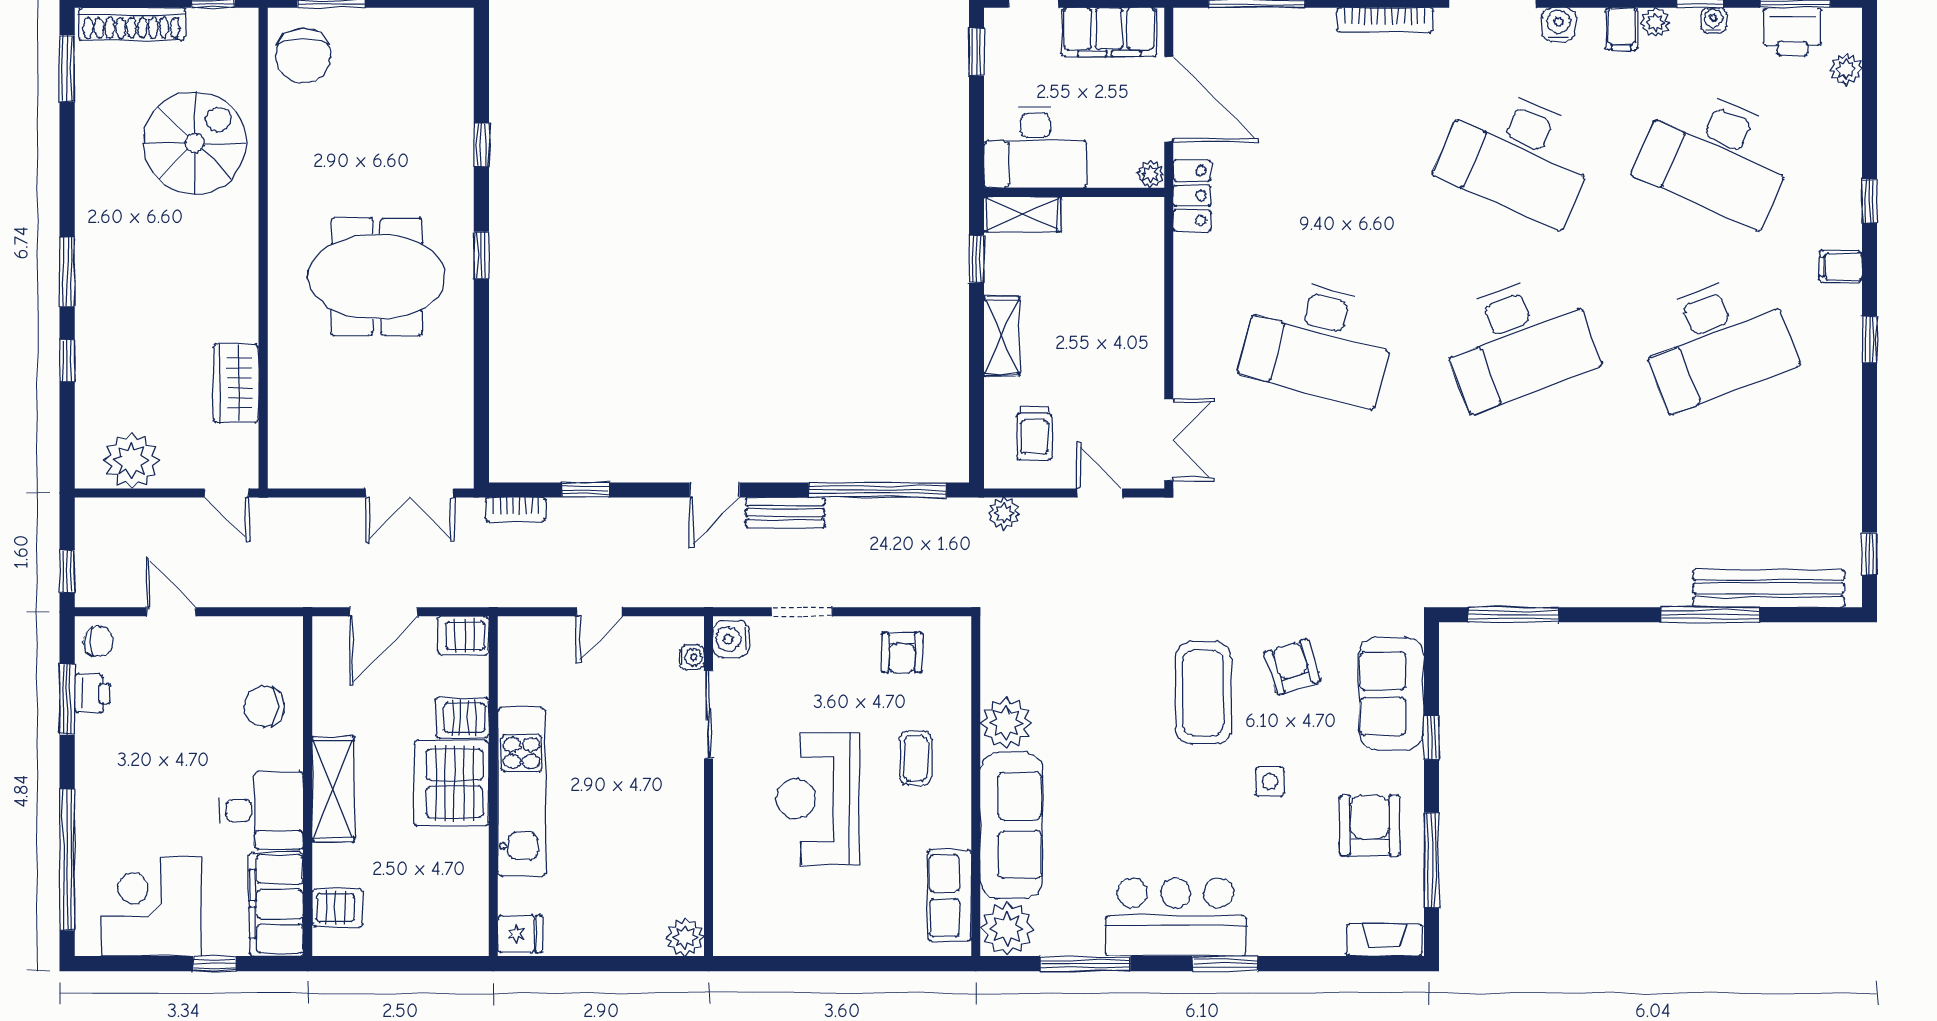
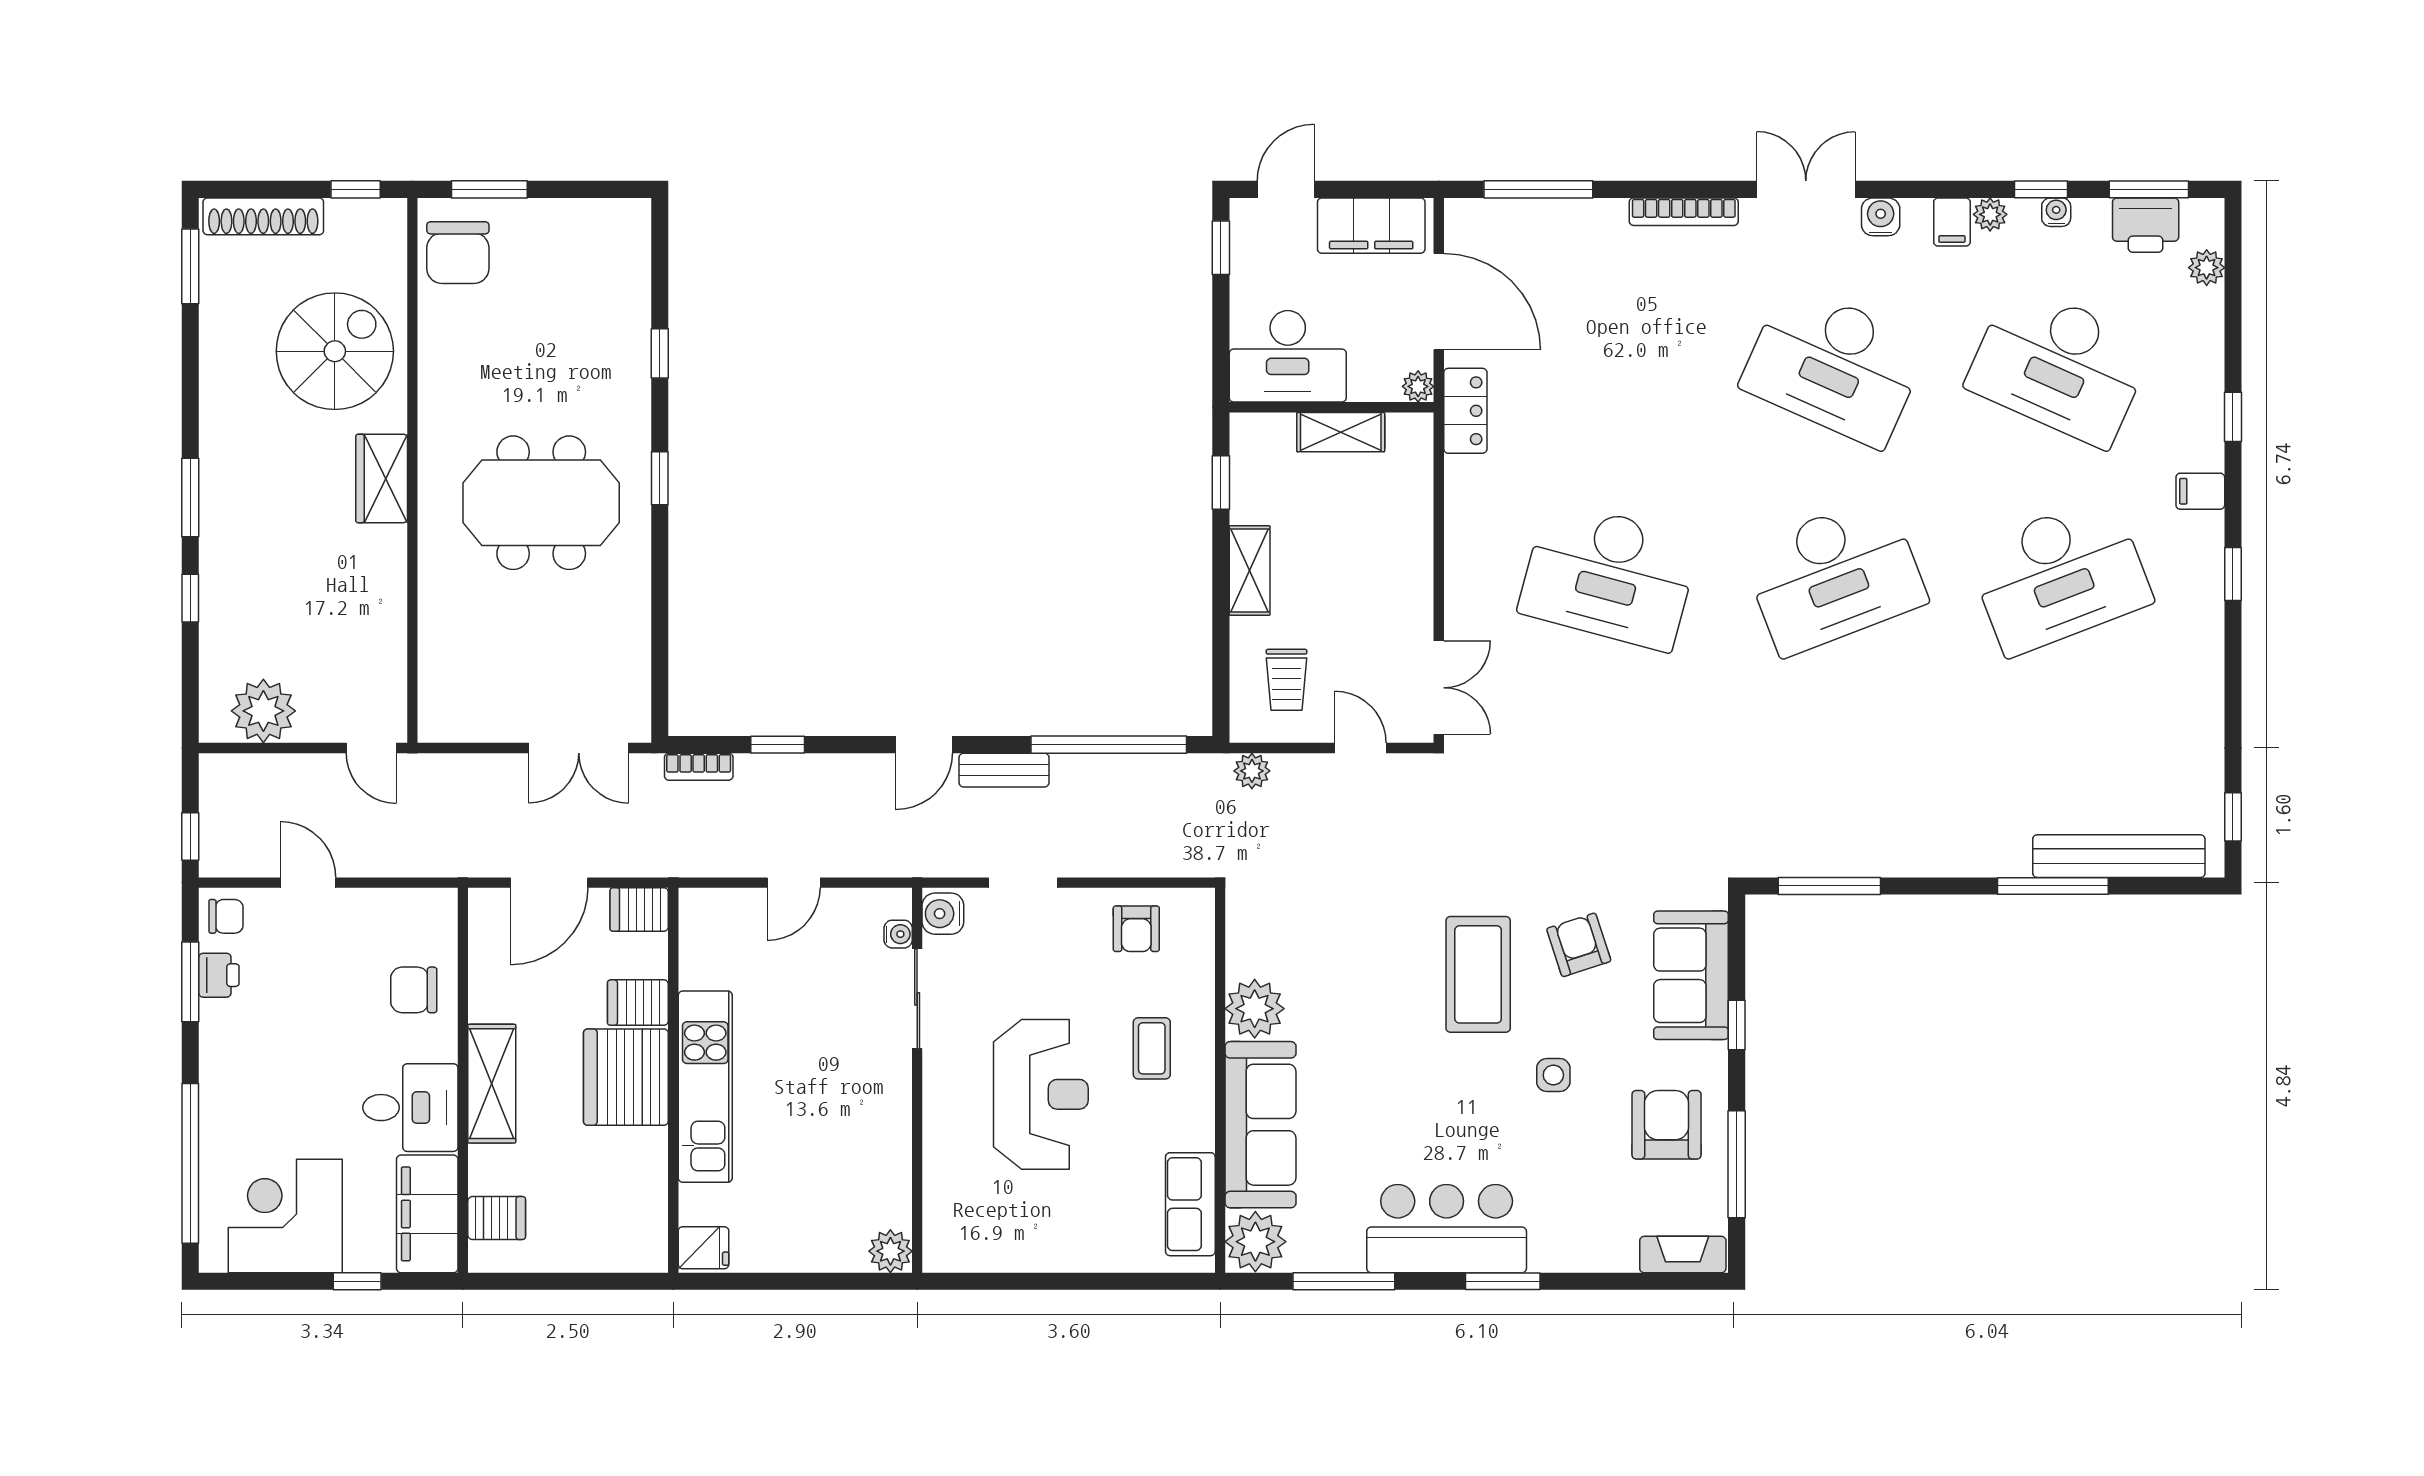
shelving: (1023, 214) -> (1341, 432), moved
wardrobe: (236, 383) -> (382, 478), moved
reception desk: (818, 799) -> (1041, 1094), turned 180

